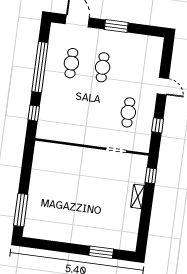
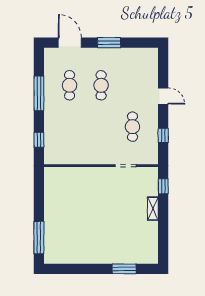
window: (40, 67) -> (39, 93), width x0.68

